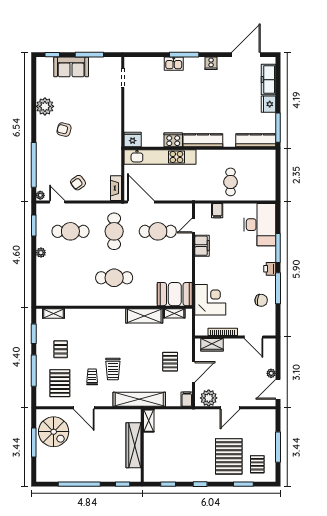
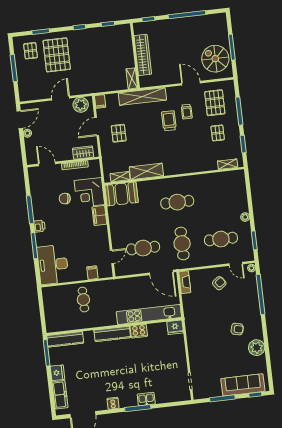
sofa: (71, 67) -> (243, 385), width x1.36
filing cabinet: (202, 246) -> (99, 216), moved
chair: (261, 300) -> (65, 199), moved

